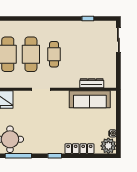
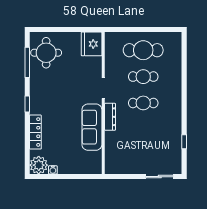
cafe table: (31, 54) -> (143, 77), width x0.73, depth x0.74
dresser: (92, 83) -> (110, 117), moved
sofa: (90, 99) -> (92, 127), moved

